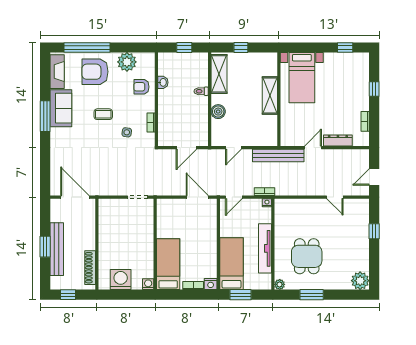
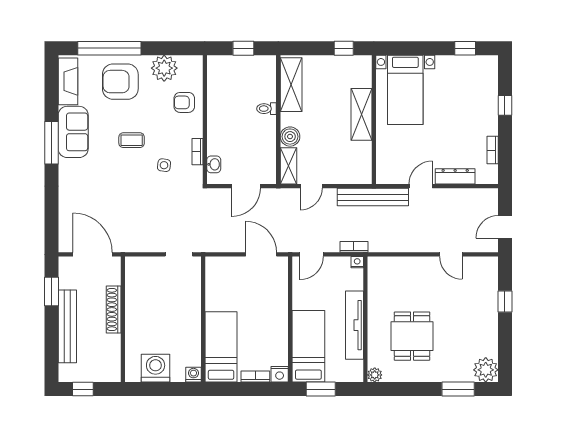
window: (241, 47) -> (344, 48), moved
washbasin: (163, 82) -> (214, 164), moved
shelving: (217, 133) -> (288, 166), added
window: (45, 247) -> (51, 291), moved
shoe rack: (90, 268) -> (114, 309), moved
window: (312, 295) -> (458, 389), moved

